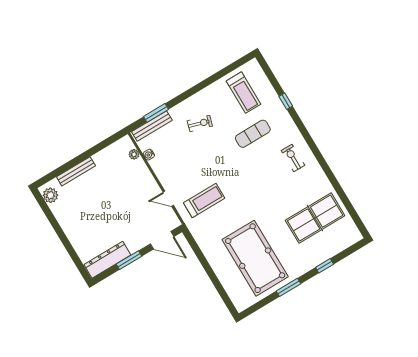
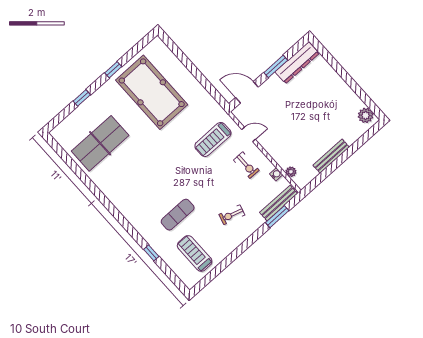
exercise bike: (293, 158) -> (246, 165), moved
bench: (76, 171) -> (331, 156), moved
window: (288, 287) -> (113, 70), width x0.67

